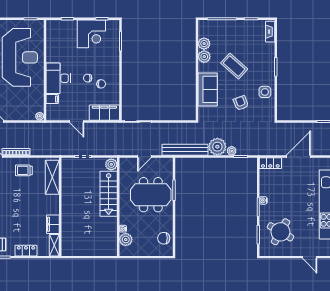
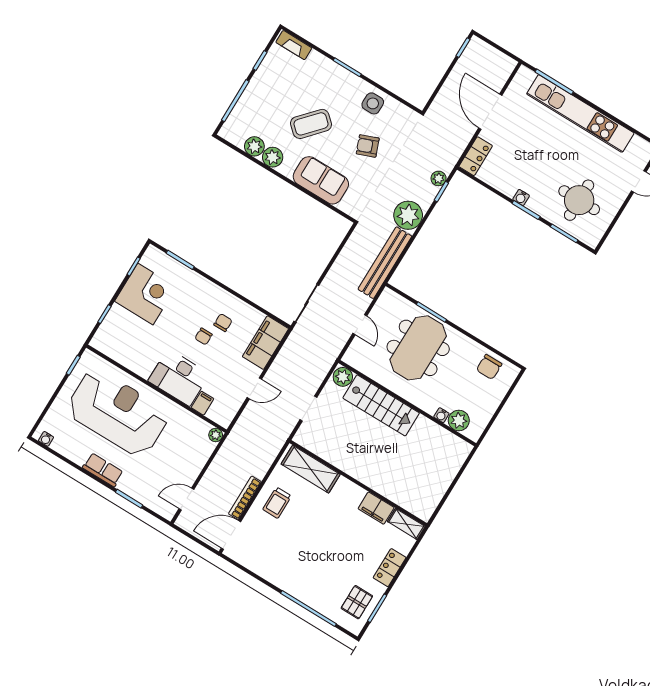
plant: (232, 151) -> (439, 178), moved
round table: (280, 232) -> (579, 200), turned -30

